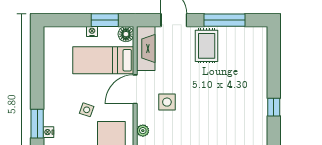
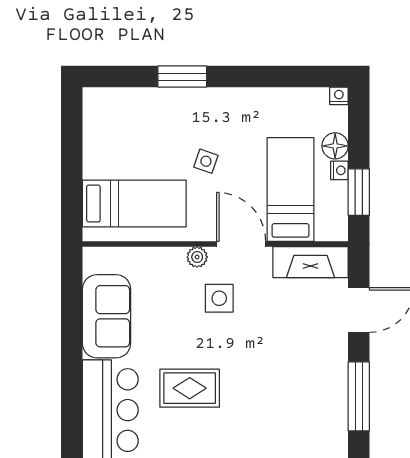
floor lamp: (126, 34) -> (335, 146), moved
rug: (207, 46) -> (190, 388), moved
plant: (143, 131) -> (197, 257), moved
nightstand: (48, 132) -> (339, 96), moved

